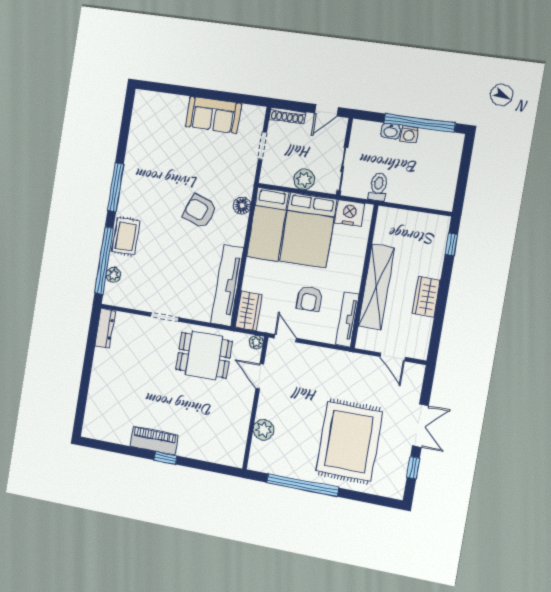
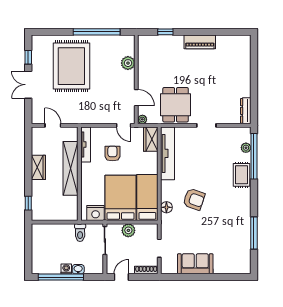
window: (116, 187) -> (254, 233), moved
dining table: (204, 355) -> (176, 105), turned 90
window: (166, 458) -> (165, 32), moved

